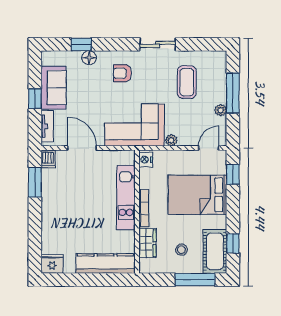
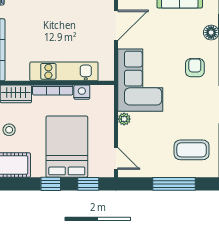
coffee table: (187, 82) -> (192, 150), moved
plant: (221, 110) -> (156, 171), removed
nightstand: (146, 160) -> (82, 92), moved
window: (233, 243) -> (51, 184), moved

